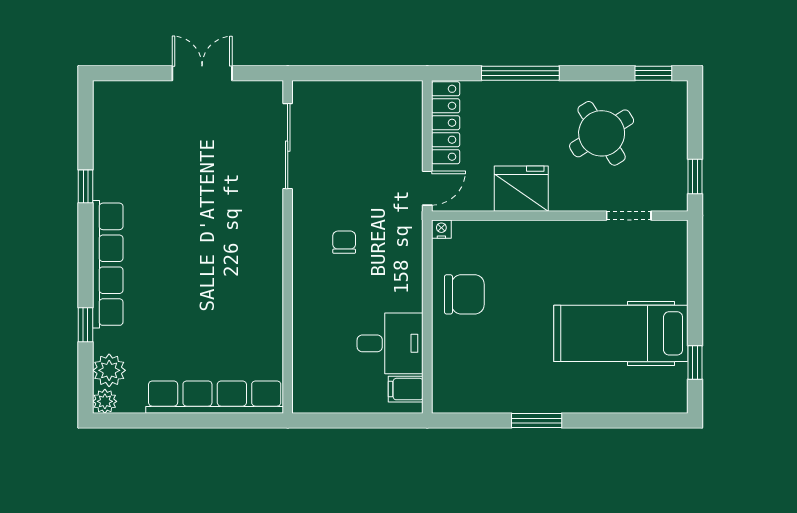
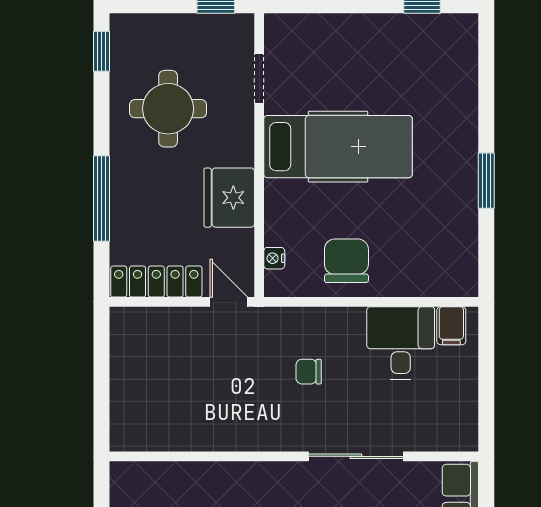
round table: (602, 133) -> (168, 109), turned 32
sliding door: (288, 146) -> (356, 456), moved
nightstand: (441, 229) -> (274, 258), moved
chair: (344, 242) -> (309, 372), moved
hospital bed: (621, 333) -> (338, 147), moved, turned -90

